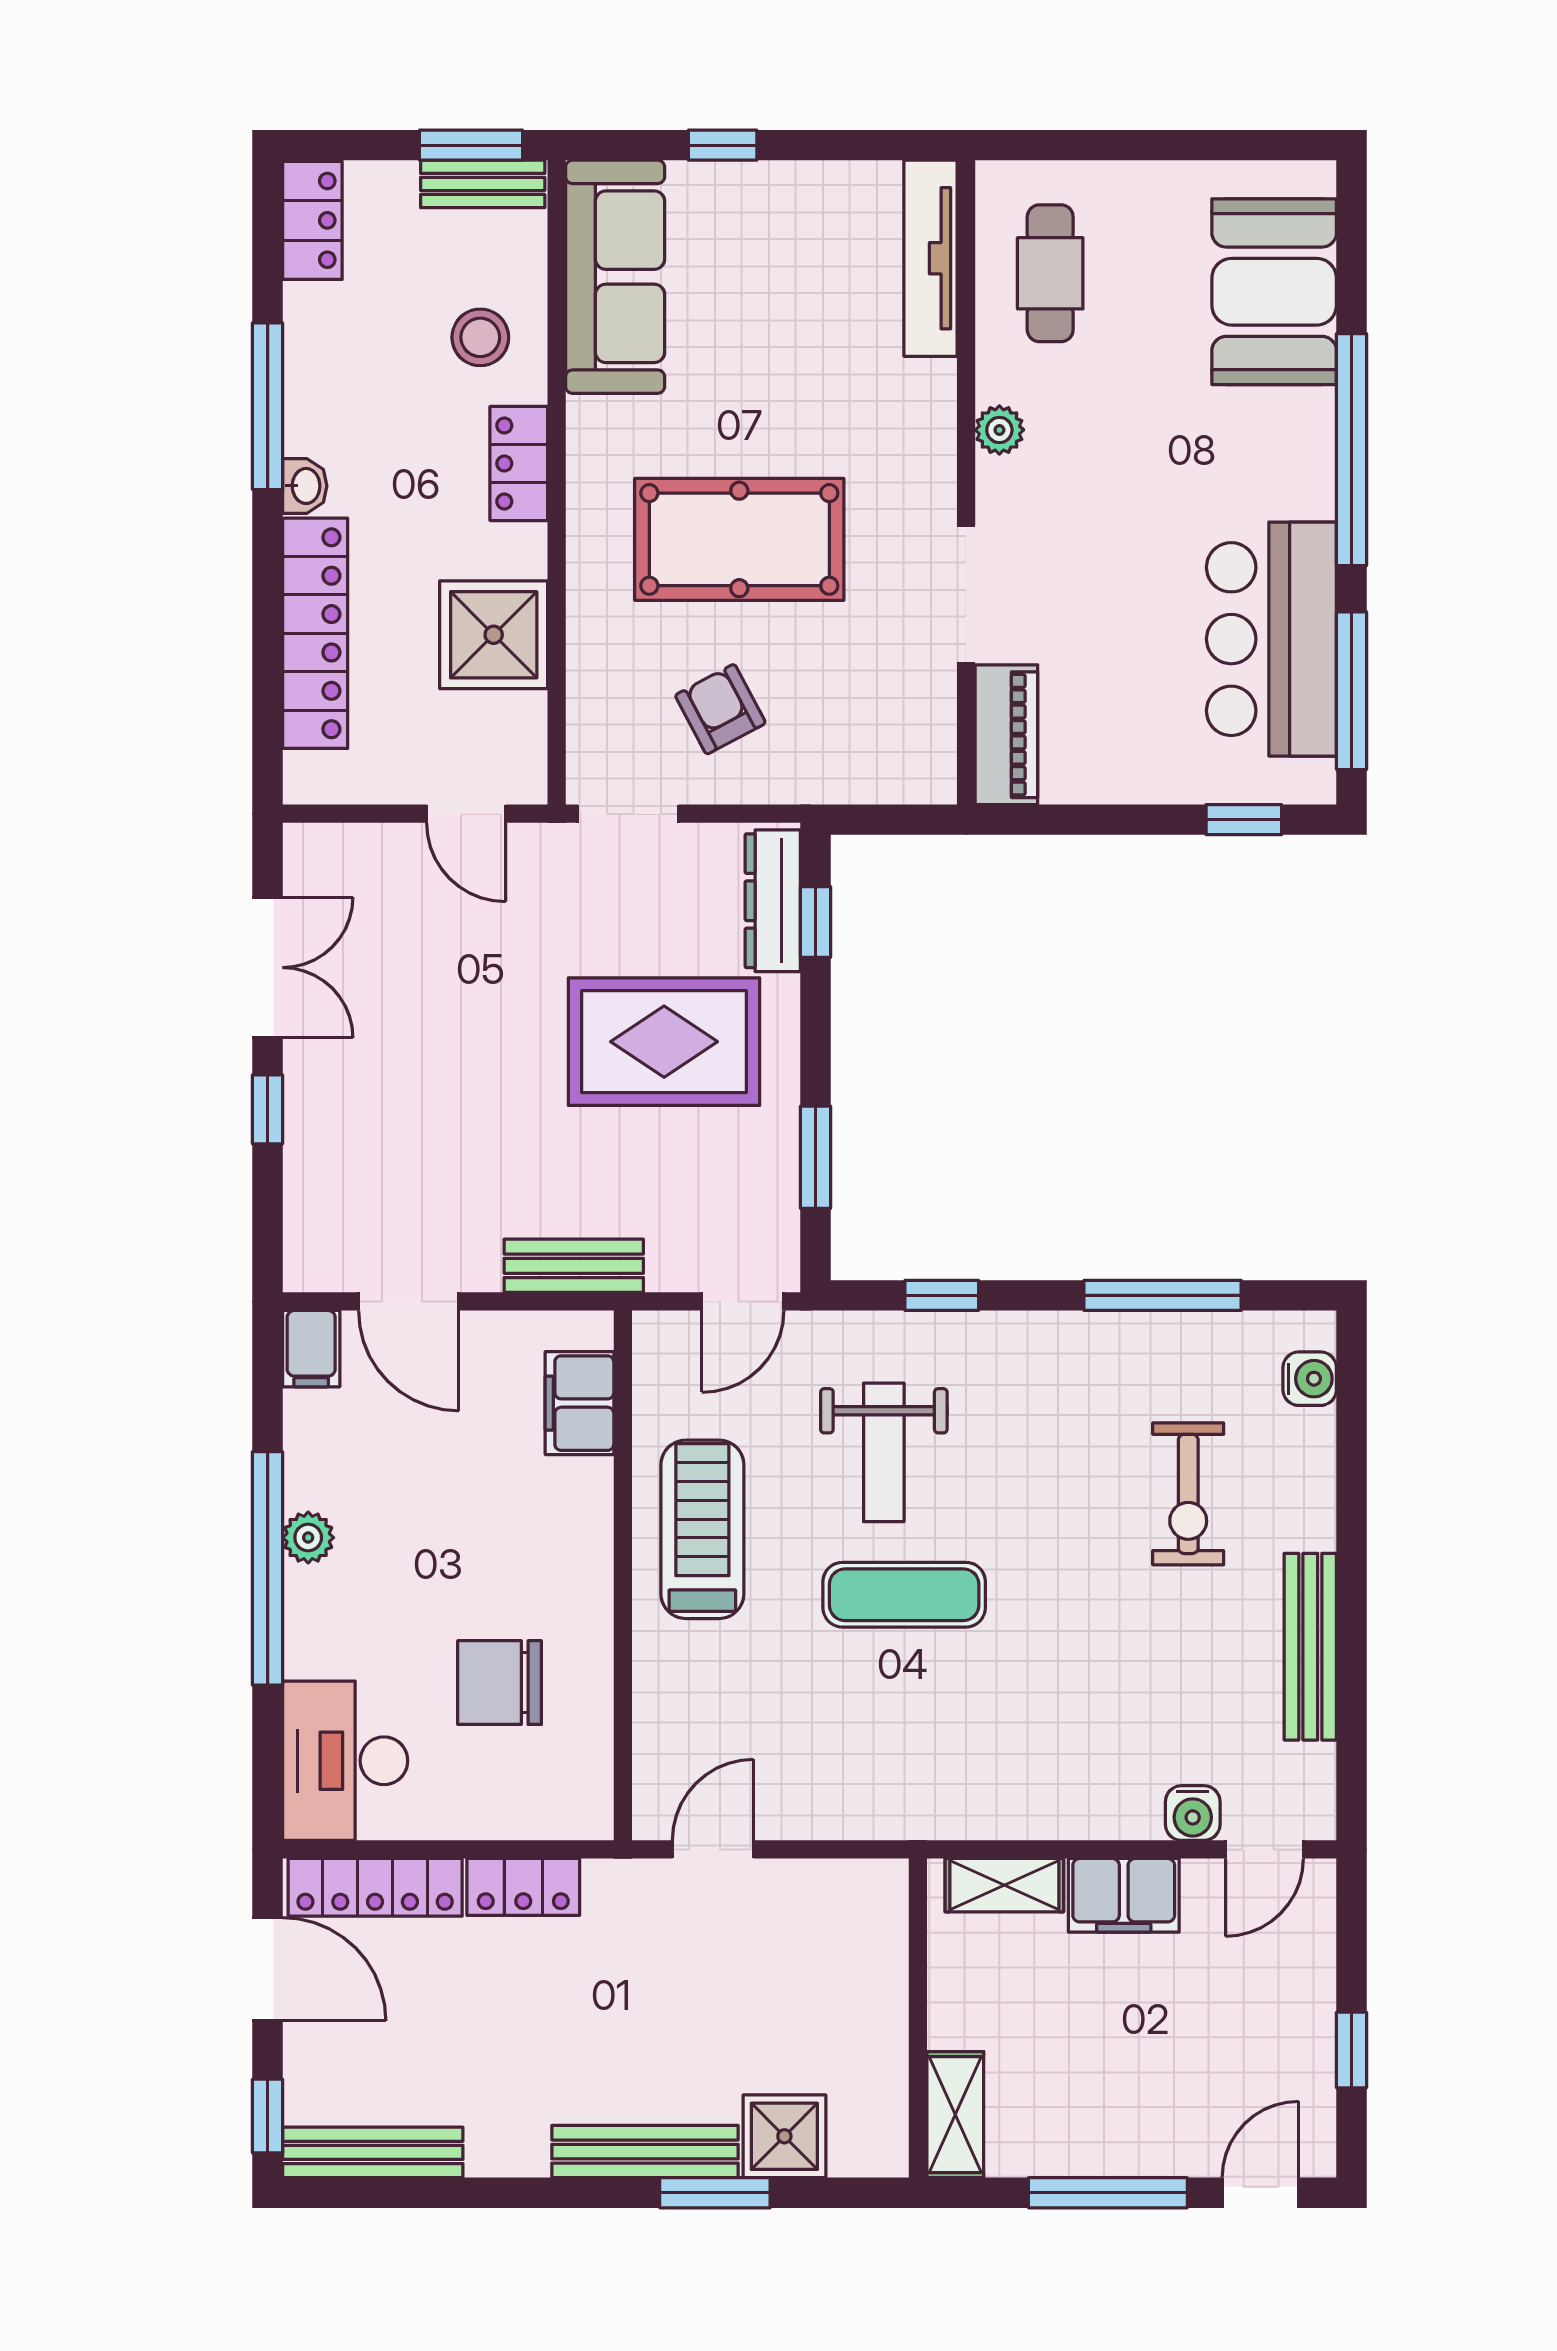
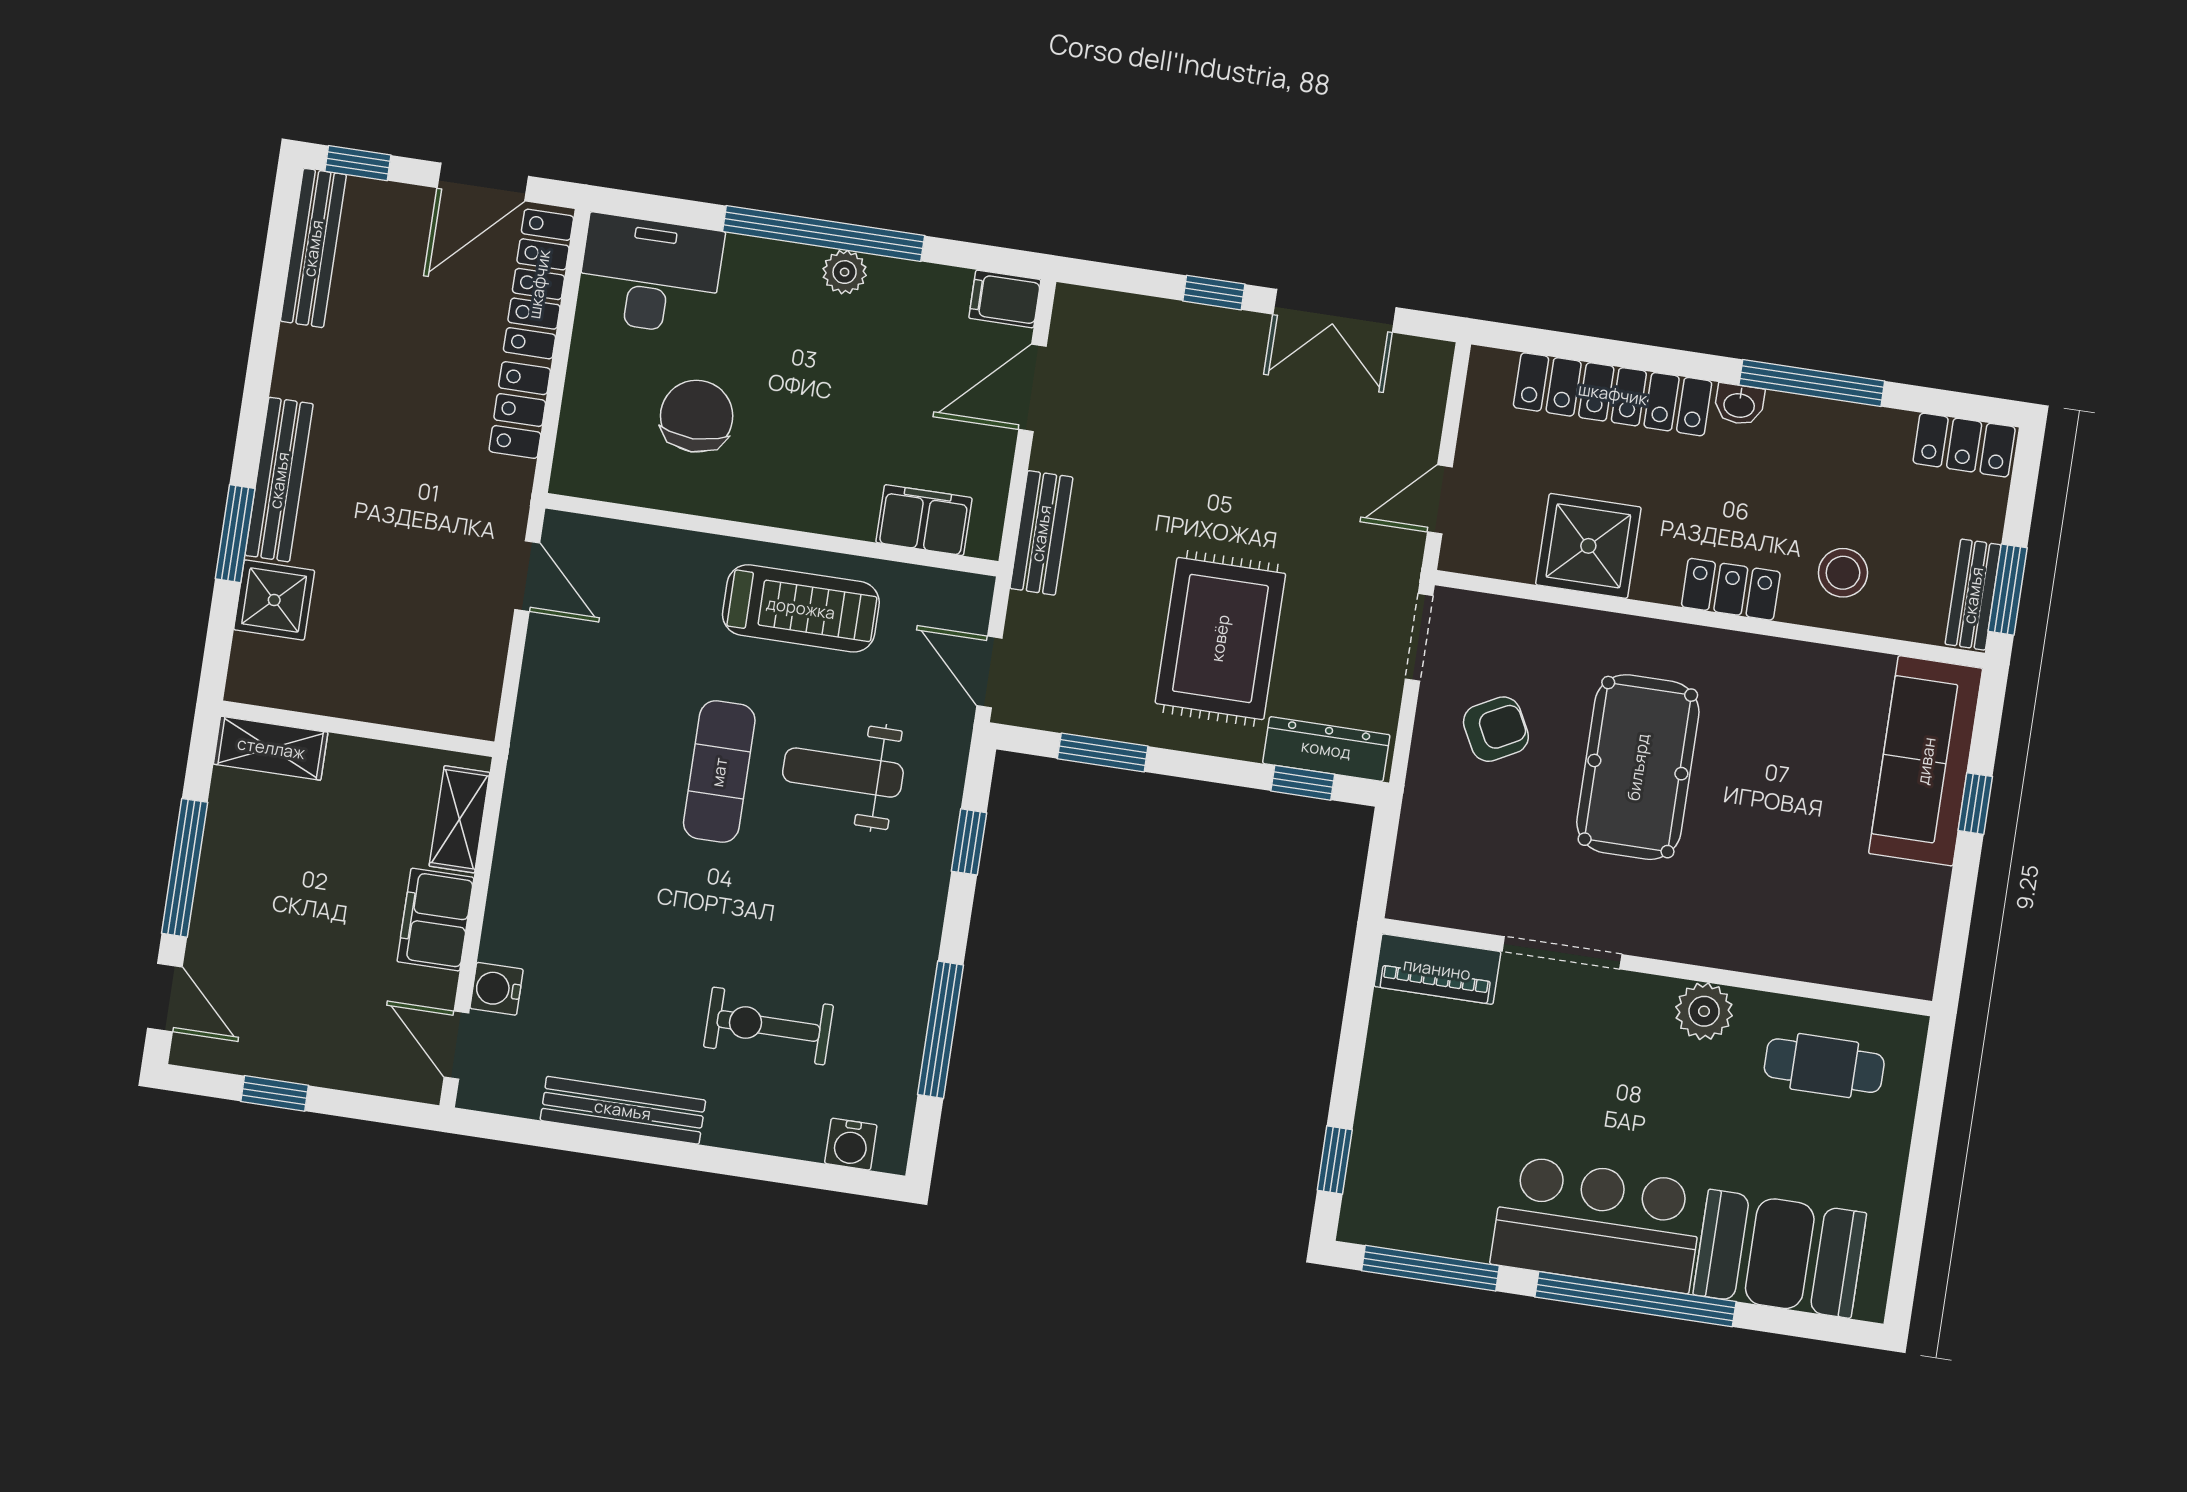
tv unit: (930, 258) -> (1852, 966), removed
sofa: (615, 277) -> (1926, 761), moved, turned 90
plant: (999, 430) -> (1704, 1011), width x1.38, depth x1.38
bar counter: (1271, 639) -> (1597, 1224), moved

